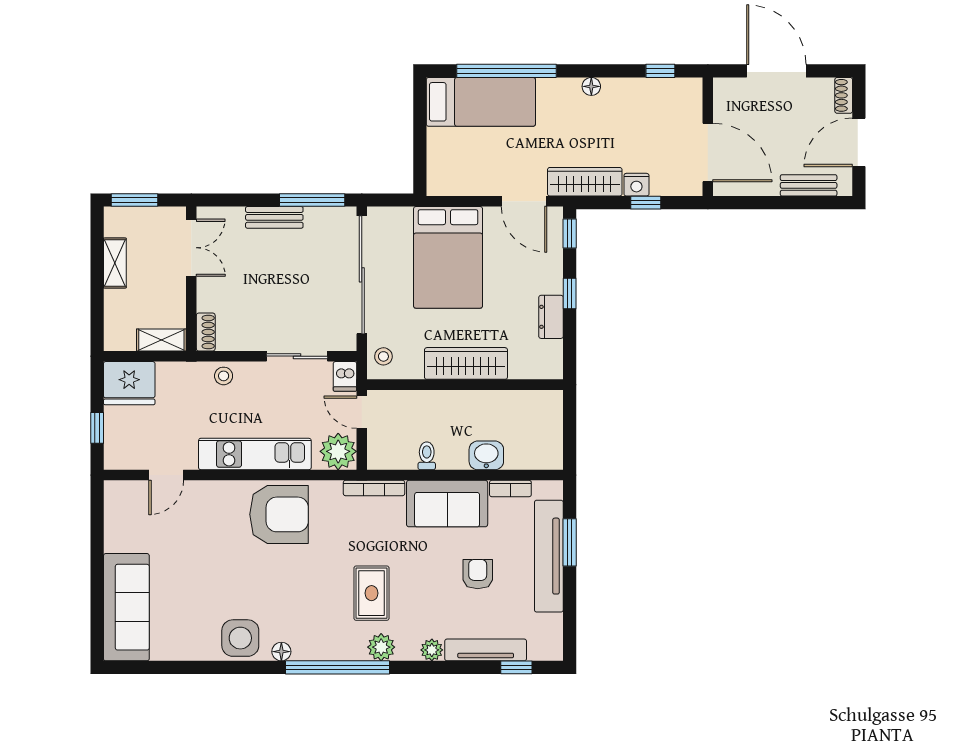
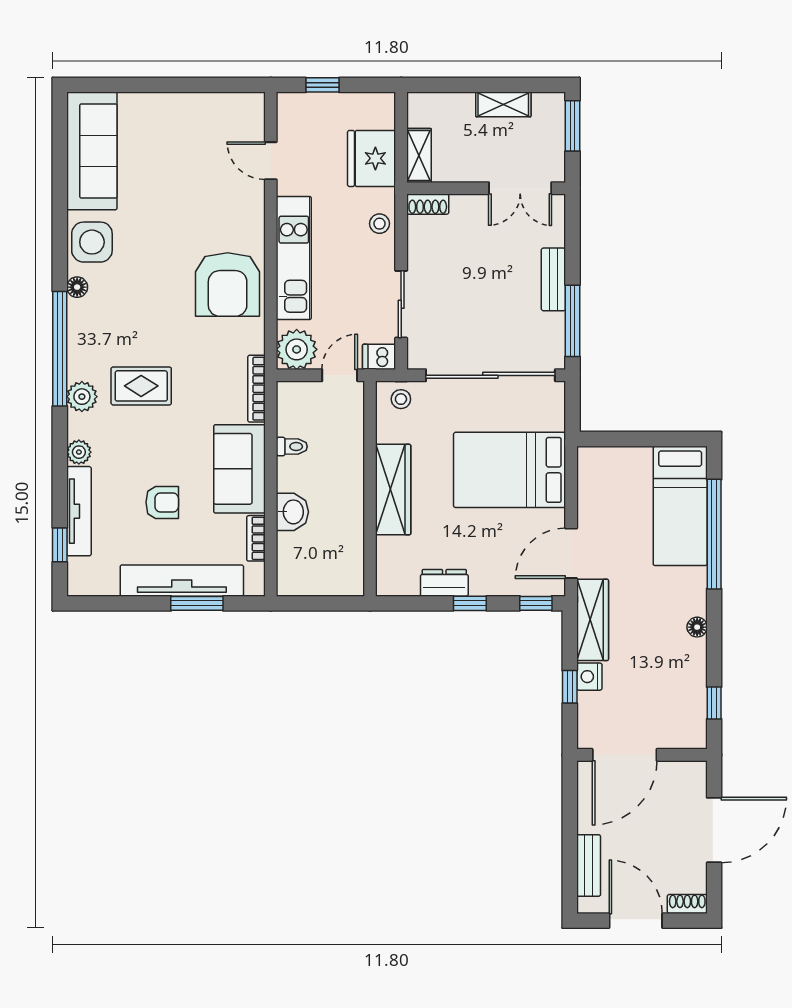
fridge: (129, 383) -> (372, 158), moved
sofa: (126, 607) -> (92, 151), moved, turned -90

